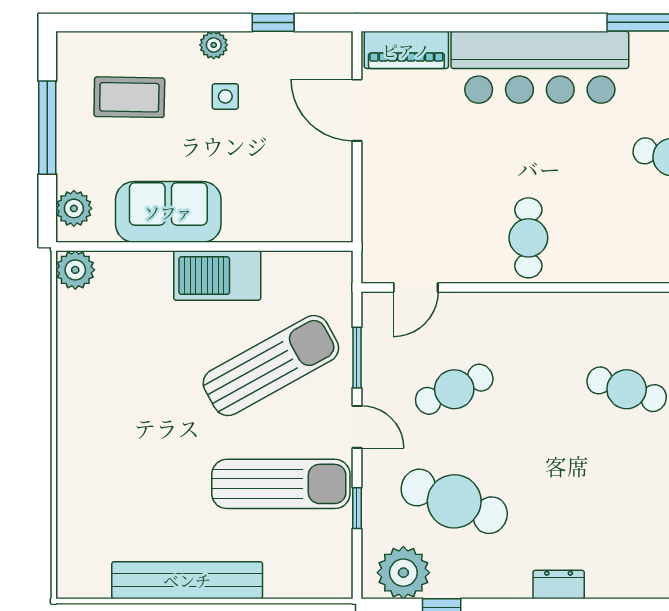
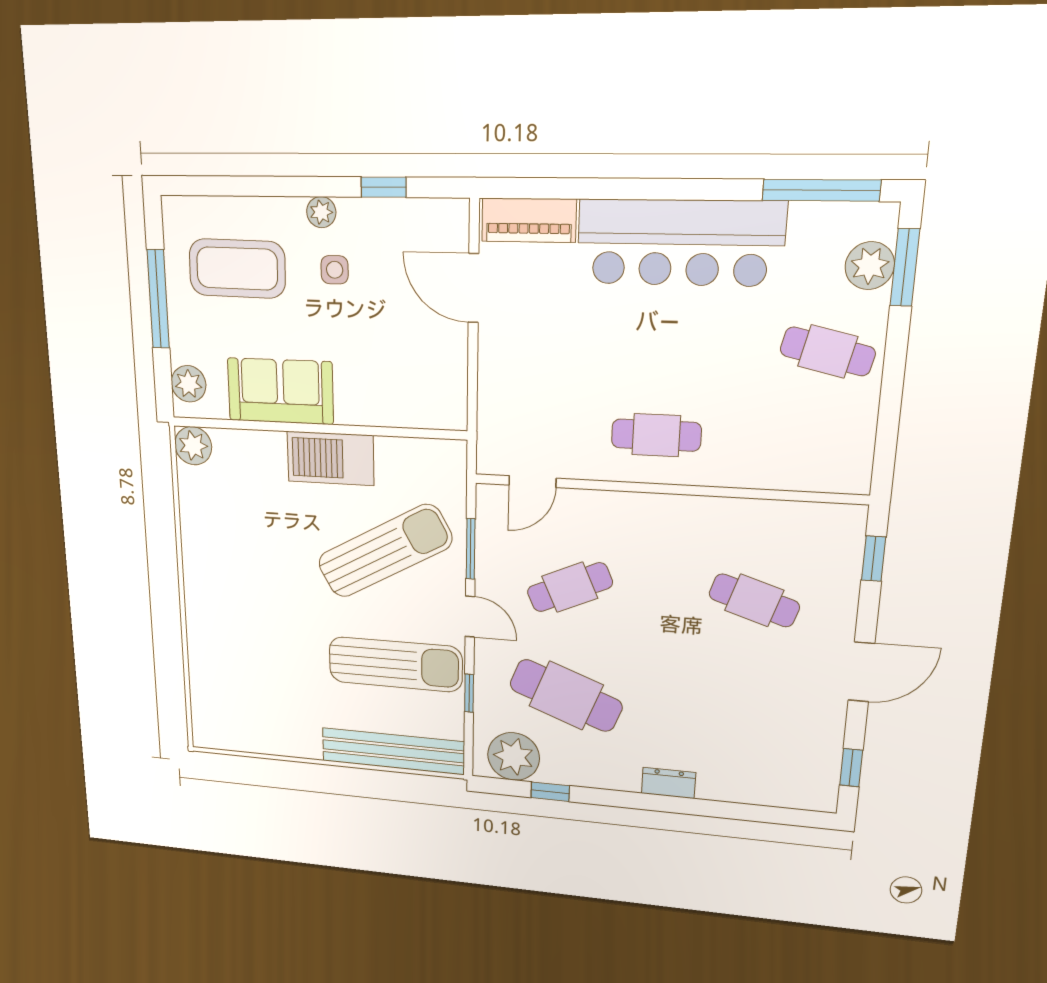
coffee table: (129, 97) -> (237, 269), width x1.36, depth x1.32
cafe table: (528, 238) -> (656, 435), turned 90
bench: (187, 580) -> (393, 751), moved

